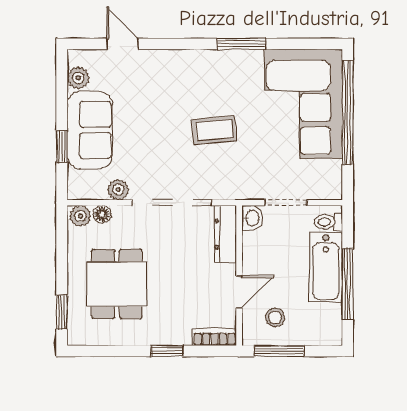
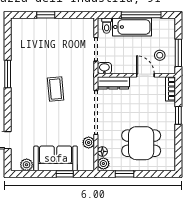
corner sofa: (303, 104) -> (41, 40), removed
window: (348, 112) -> (46, 15), width x0.32
window: (62, 312) -> (125, 174), moved

